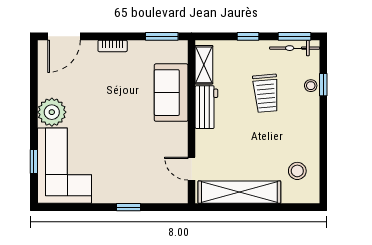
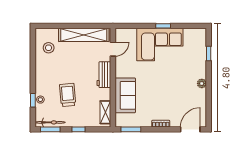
workbench: (206, 107) -> (104, 75), moved
plant: (52, 112) -> (202, 83), width x0.53, depth x0.53
corner sofa: (64, 166) -> (160, 44), moved, turned -90
door: (192, 169) -> (113, 49), hinge flipped
window: (128, 207) -> (163, 26), moved

